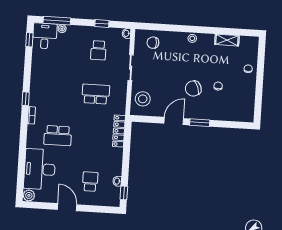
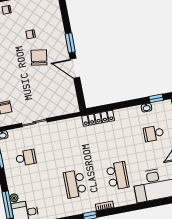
chair: (193, 88) -> (39, 57), turned -149
school desk: (96, 94) -> (75, 184), moved
stool: (143, 99) -> (61, 103), removed

